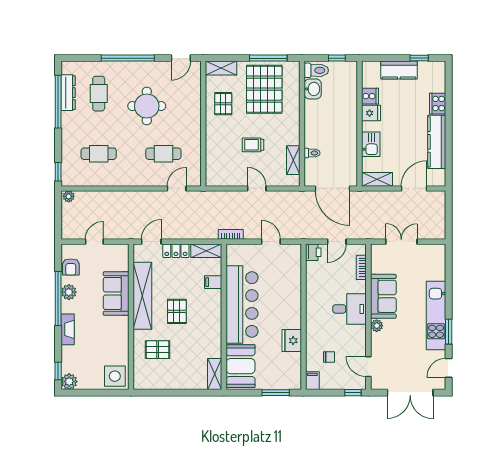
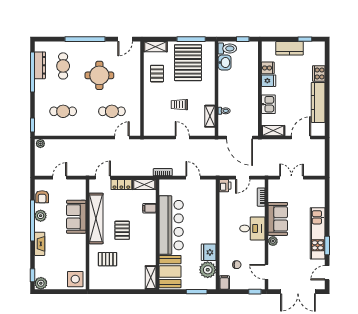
plant: (290, 364) -> (208, 270), added

